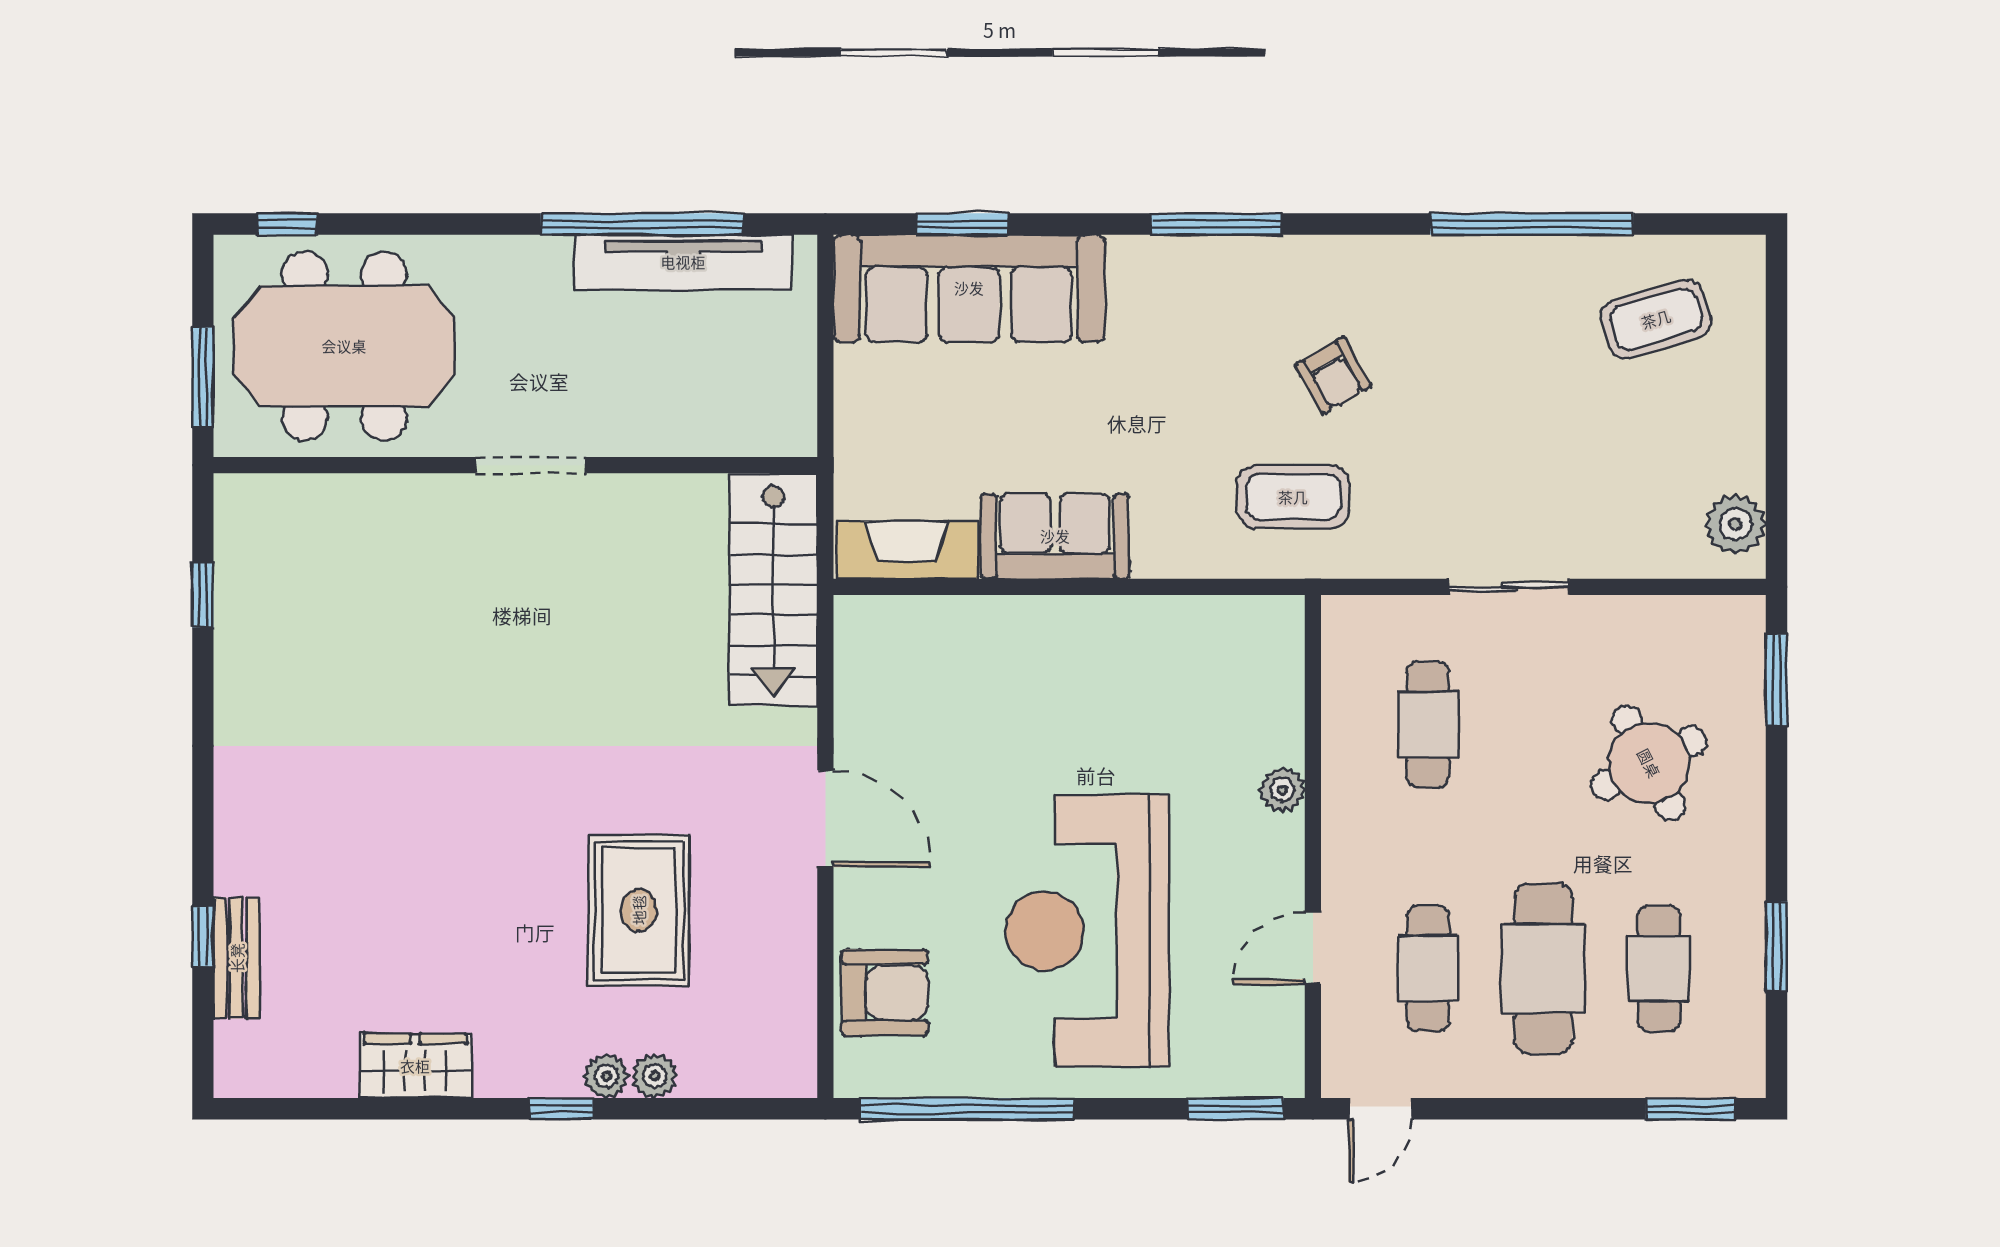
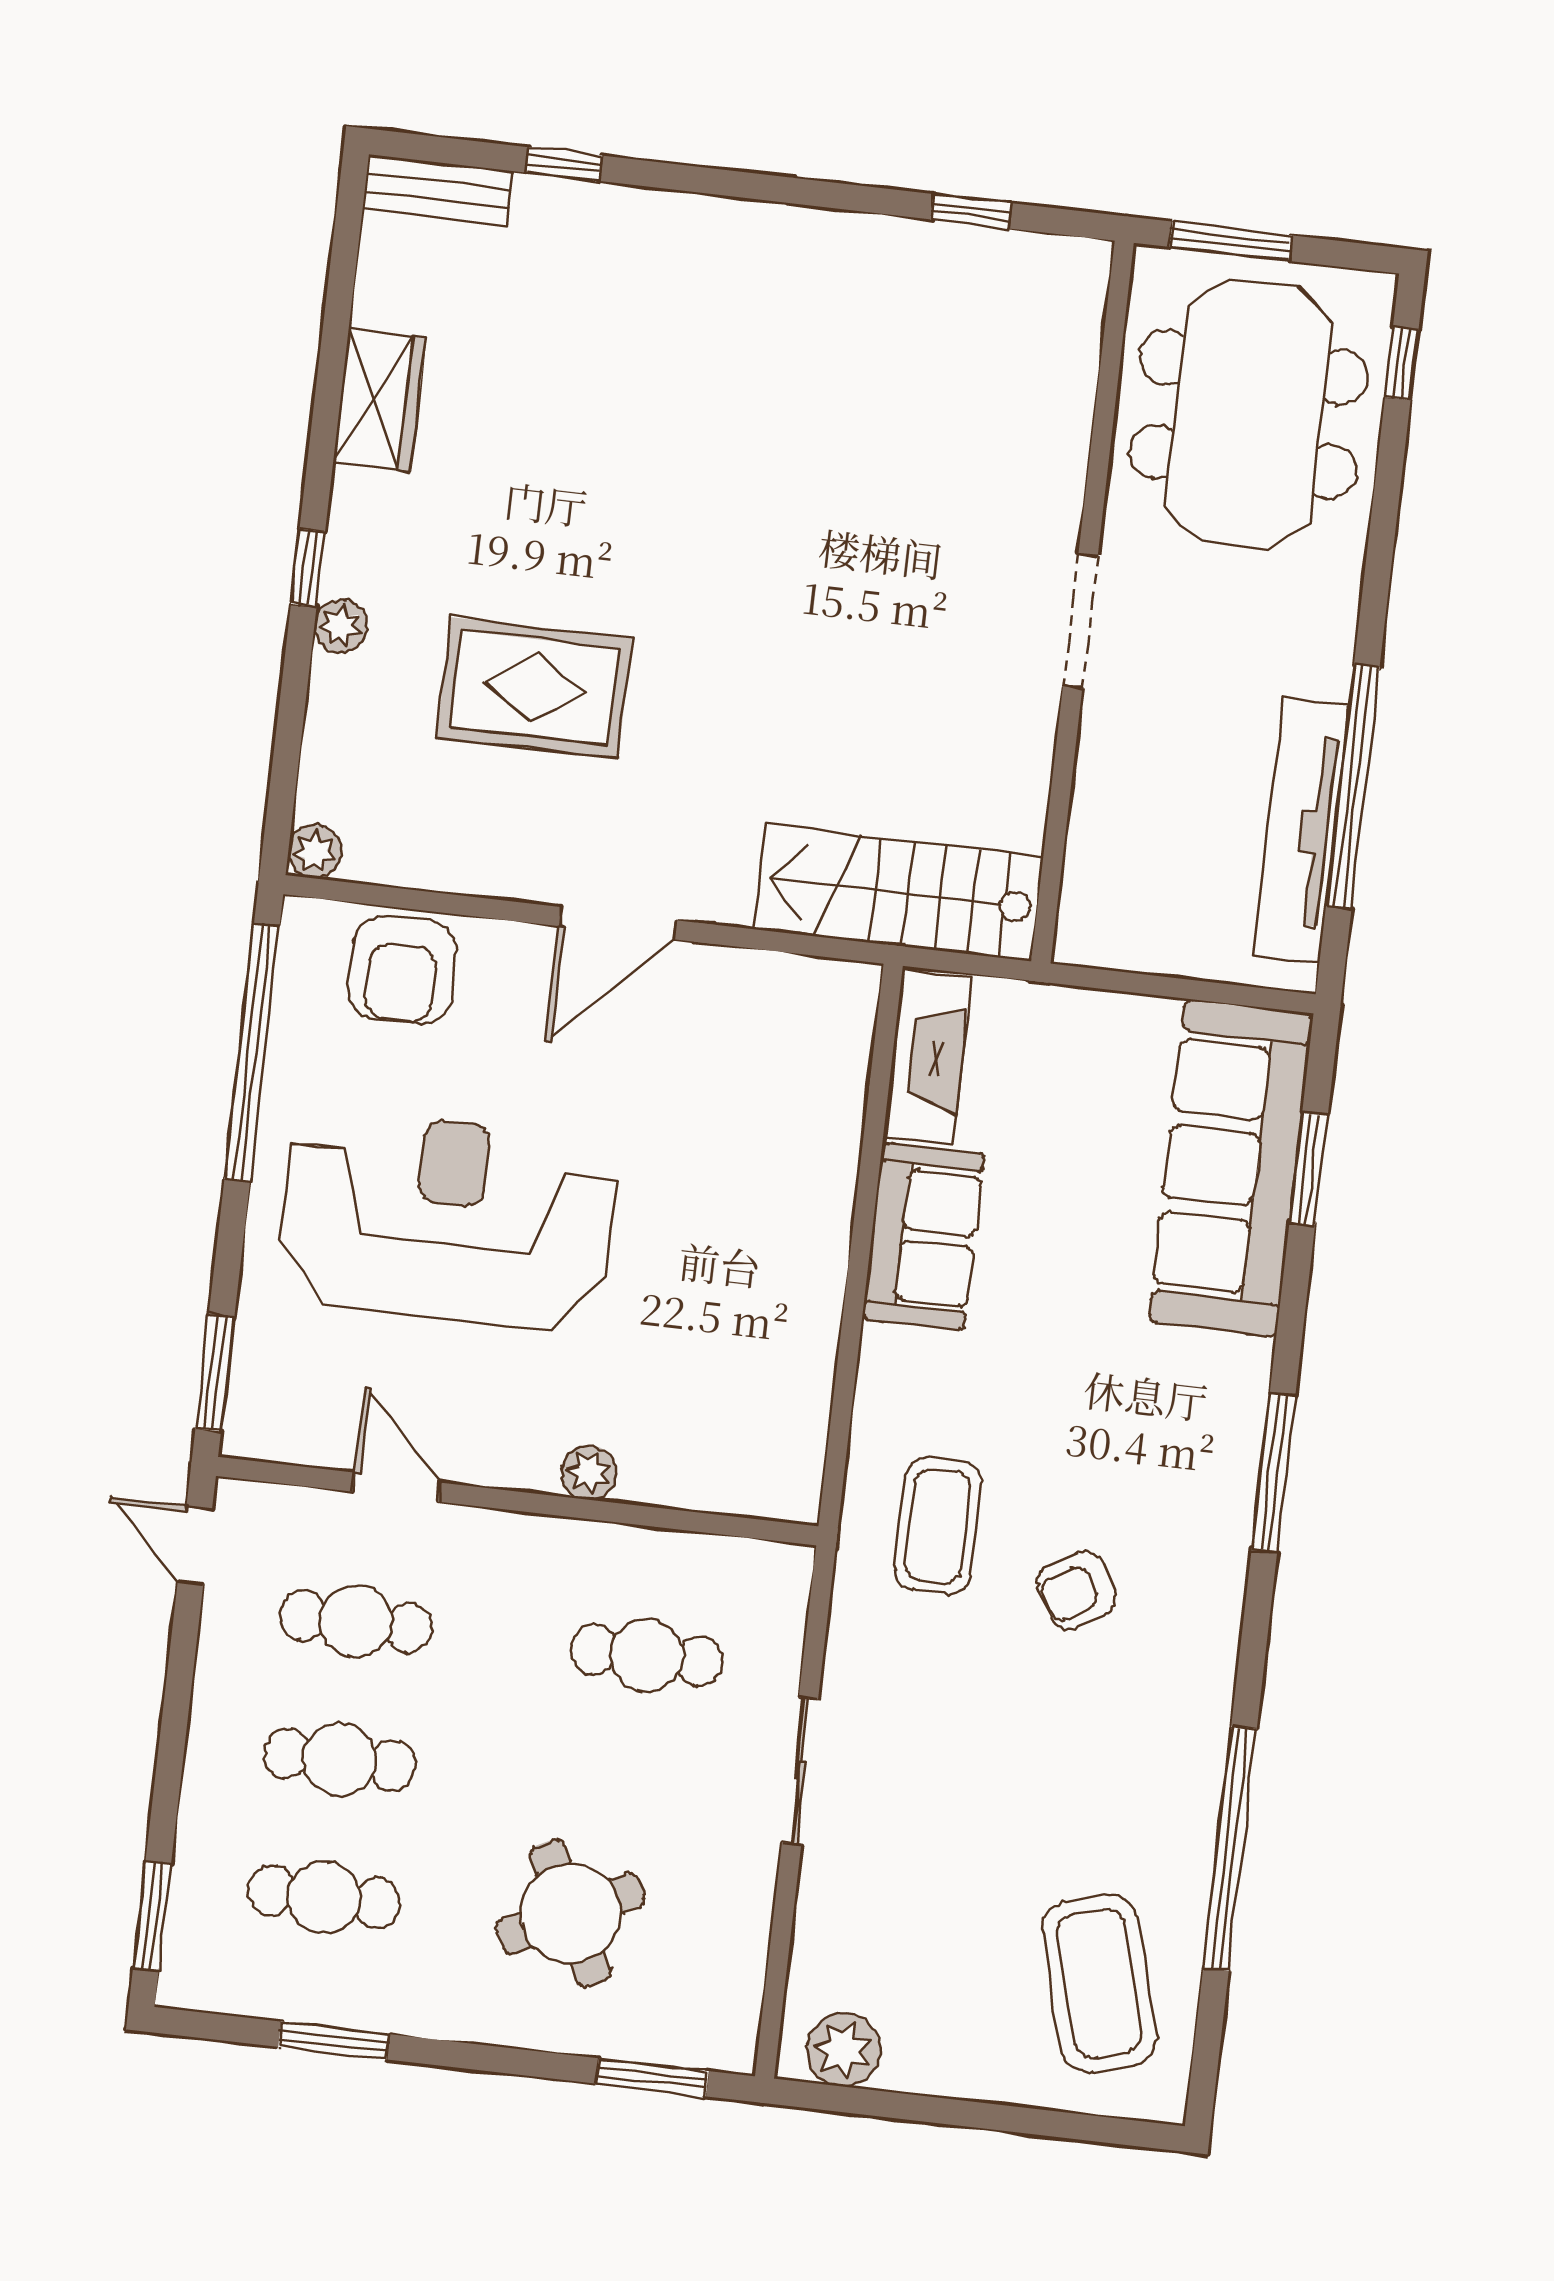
coffee table: (1656, 319) -> (1099, 1983), width x1.36, depth x1.32
bench: (237, 958) -> (438, 190), moved
cafe table: (1543, 968) -> (340, 1759), width x0.73, depth x0.74
plant: (655, 1076) -> (315, 852), moved

